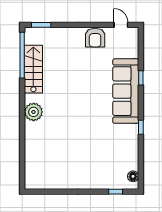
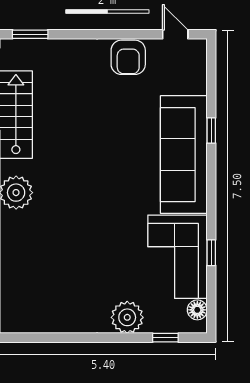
window: (141, 127) -> (211, 253), moved
corner sofa: (122, 147) -> (178, 257), added
plant: (95, 180) -> (127, 317), added

